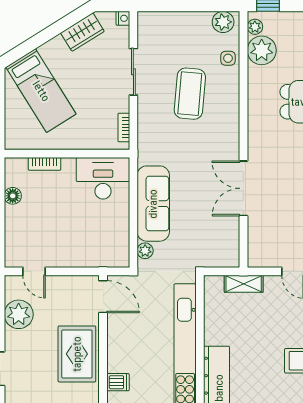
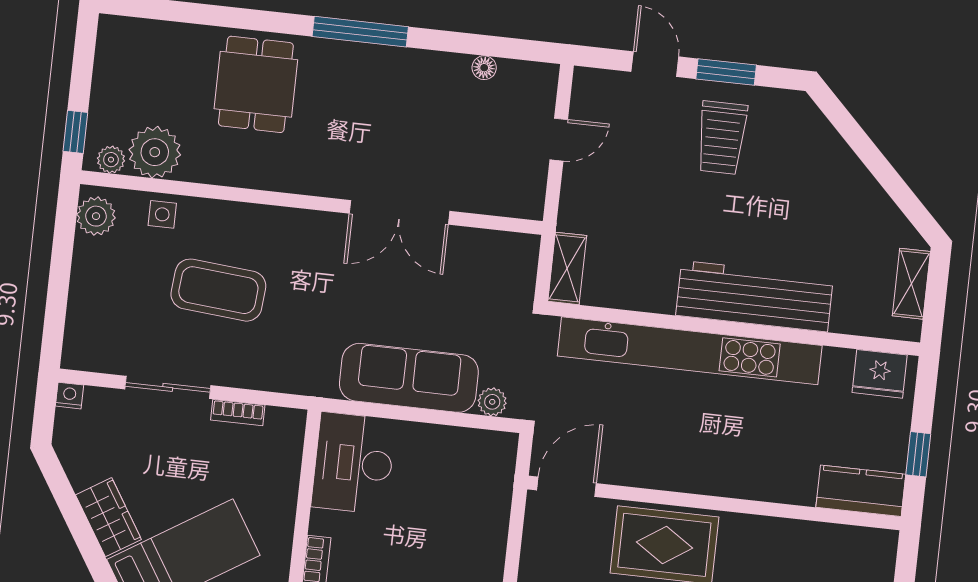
wardrobe: (82, 32) -> (108, 517), moved
bookcase: (124, 128) -> (238, 413), moved
shelving: (244, 284) -> (567, 268), moved
dishwasher: (118, 382) -> (723, 477), removed

